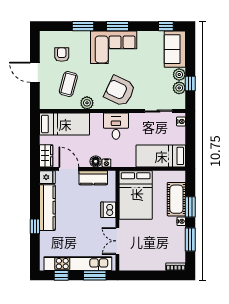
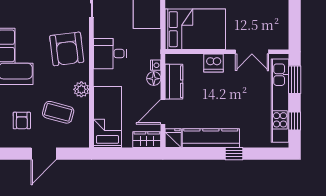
armchair: (62, 55) -> (22, 121), turned -90
armchair: (120, 91) -> (67, 49), turned -32

